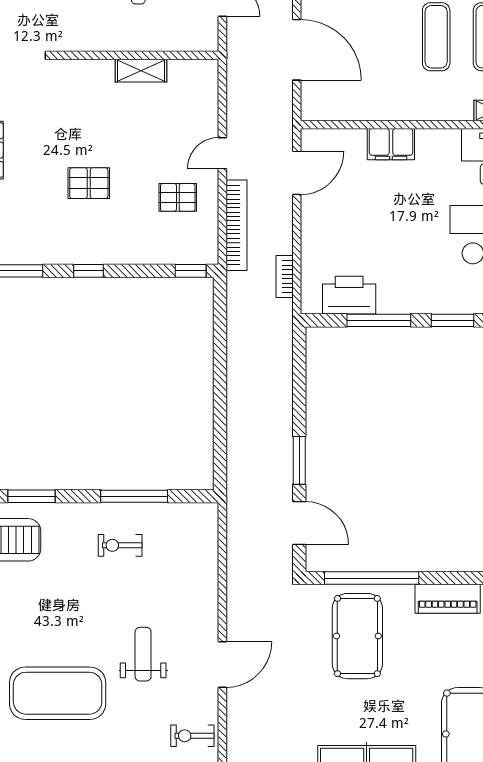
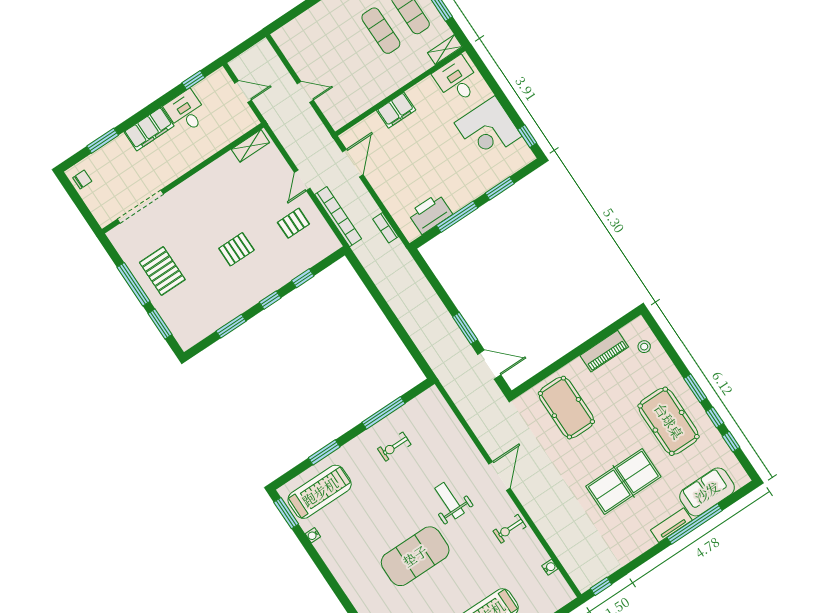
door: (297, 50) -> (305, 92), width x0.53
shelving: (141, 71) -> (250, 146), moved
window: (191, 271) -> (303, 278), moved
window: (372, 578) -> (552, 368), removed

